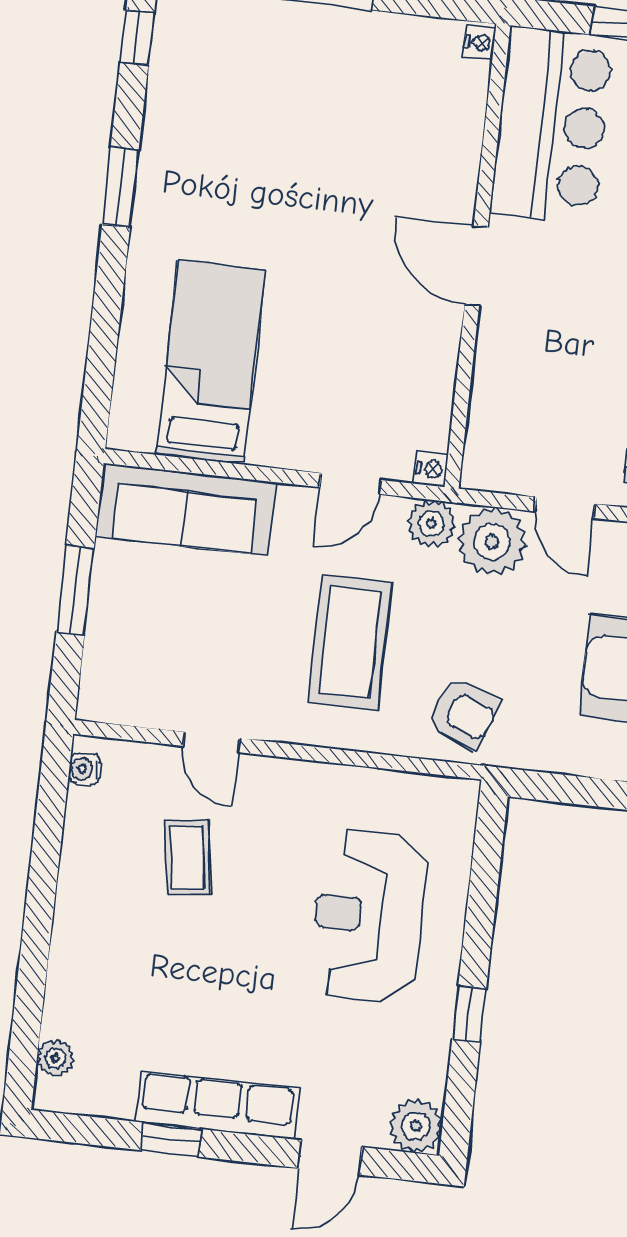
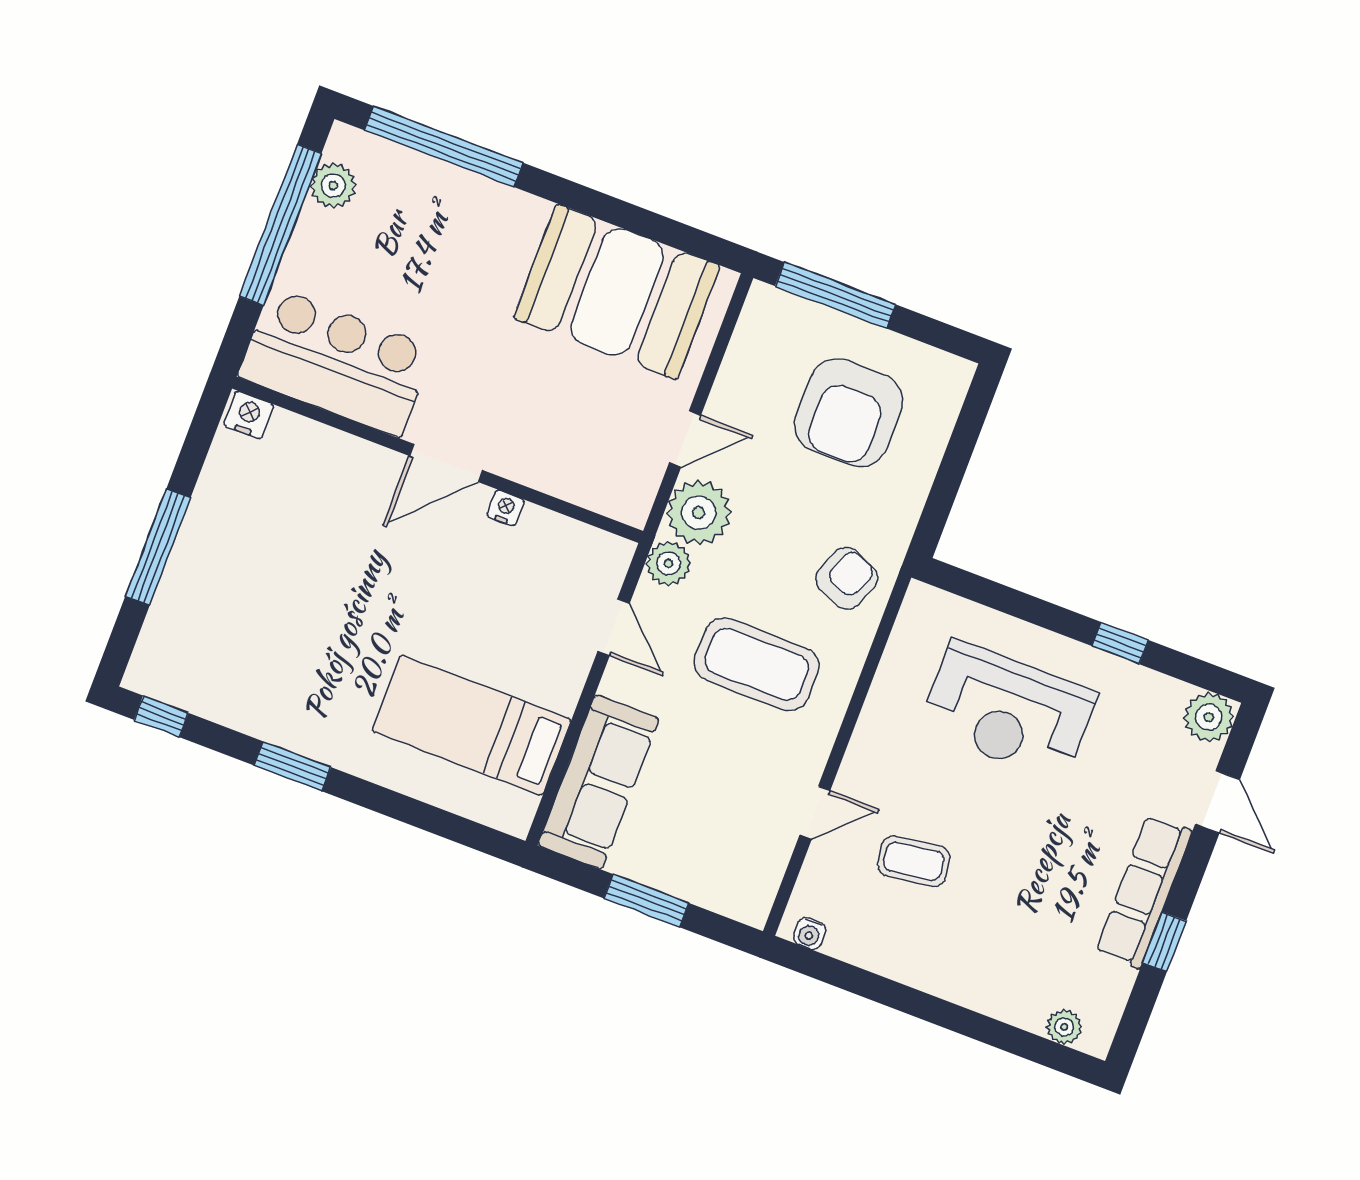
nightstand: (479, 42) -> (249, 415), width x1.39, depth x1.35
nightstand: (431, 469) -> (506, 508), moved

